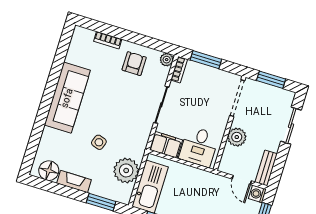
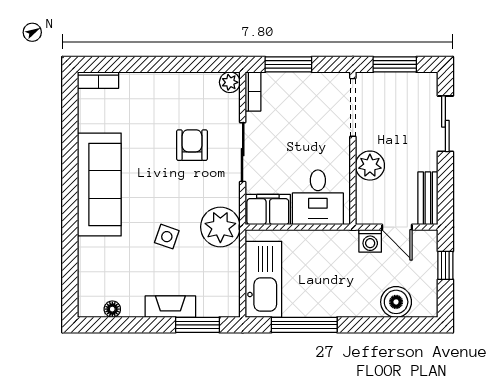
bookcase: (108, 40) -> (98, 80), moved
armchair: (134, 64) -> (192, 145), moved
plant: (126, 170) -> (220, 227), moved
floor lamp: (49, 171) -> (112, 309), width x0.53, depth x0.53
fireplace: (74, 182) -> (170, 307), moved
washing machine: (257, 194) -> (370, 241), moved, turned -90

